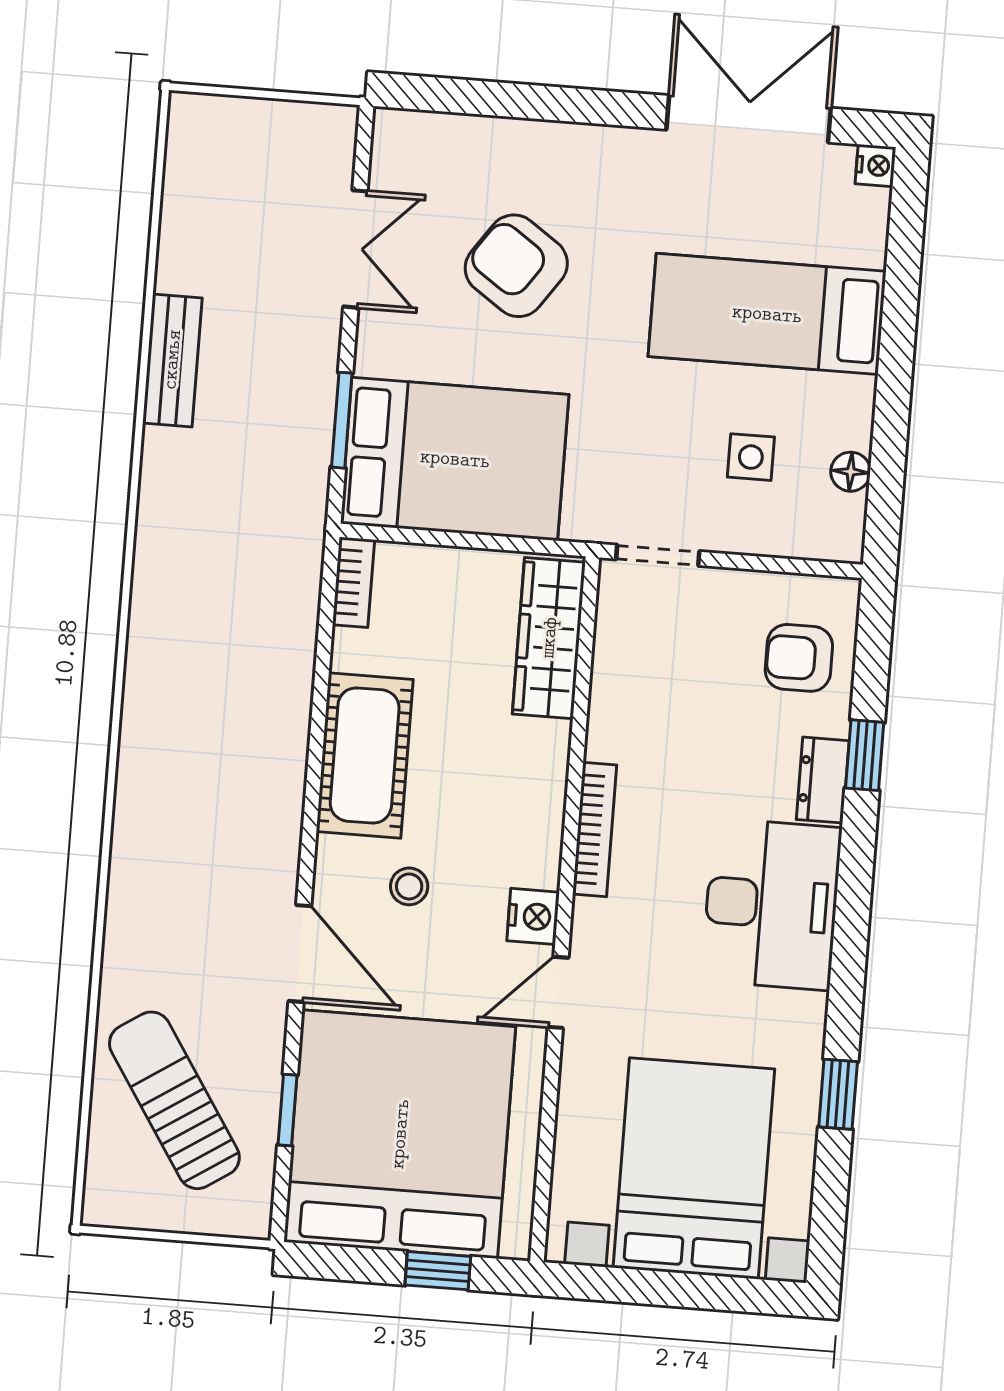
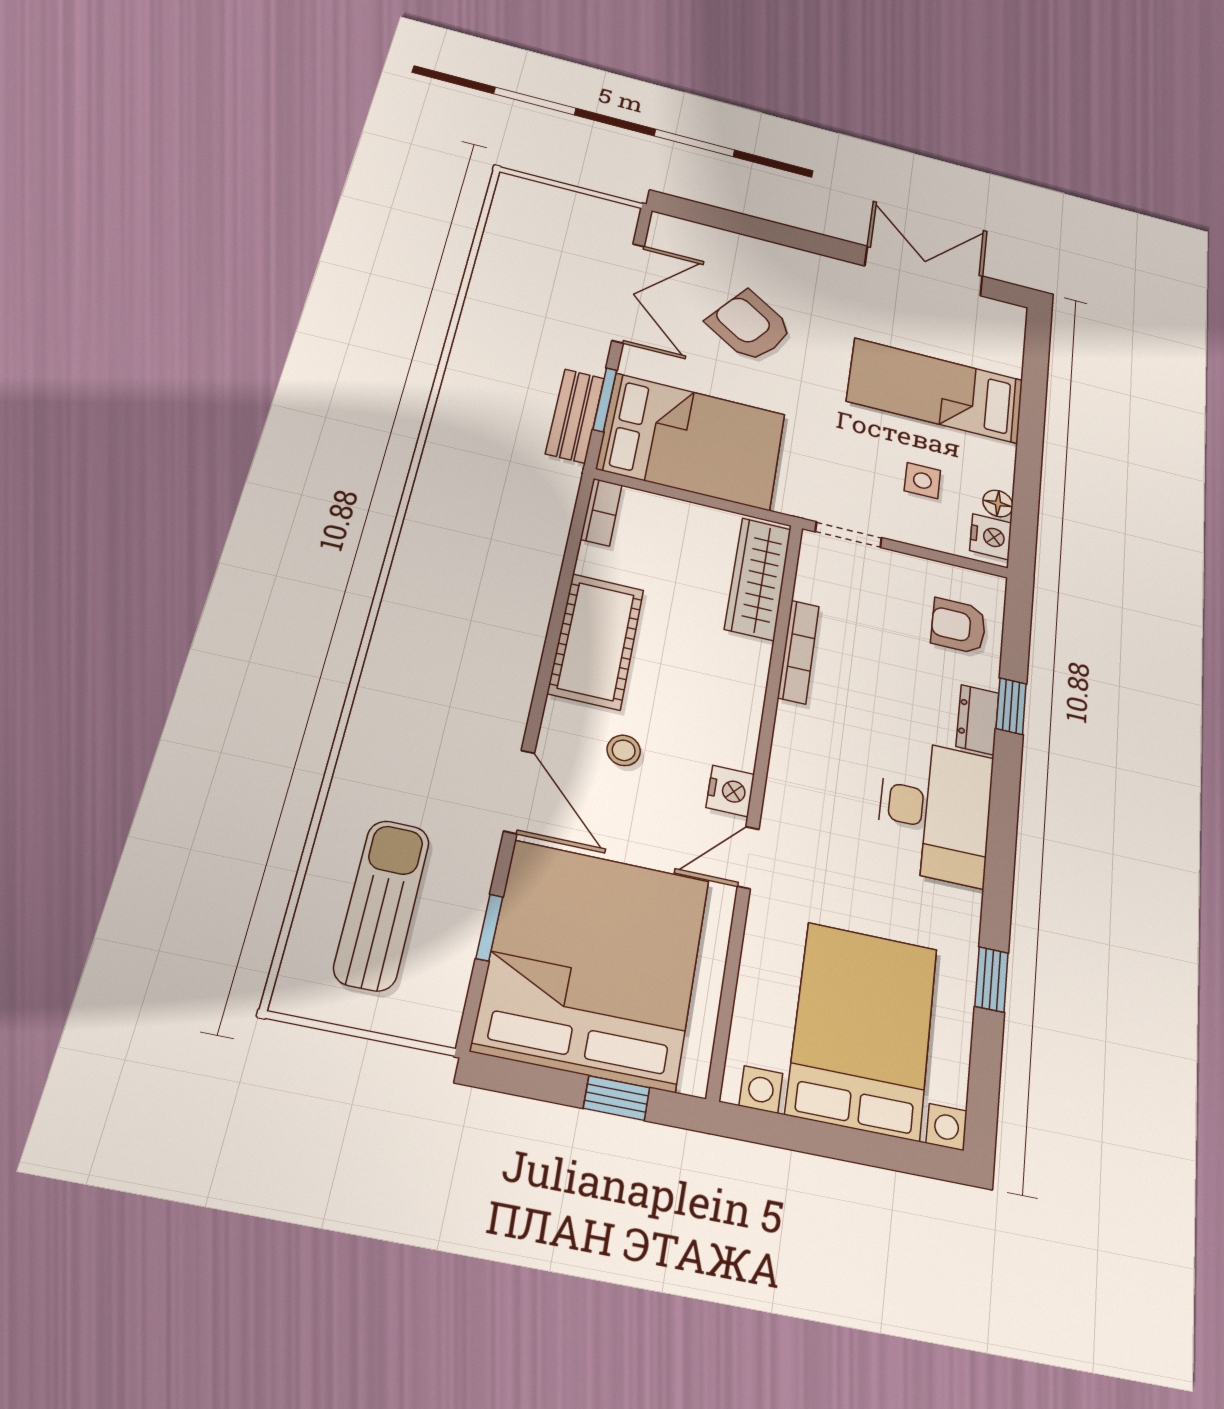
nightstand: (876, 165) -> (991, 537), moved, width x1.39, depth x1.35
double door: (355, 249) -> (628, 293), width x1.37
bench: (172, 360) -> (575, 416), moved
bookcase: (595, 829) -> (798, 652), moved
sun lounger: (174, 1100) -> (382, 904), turned 33

